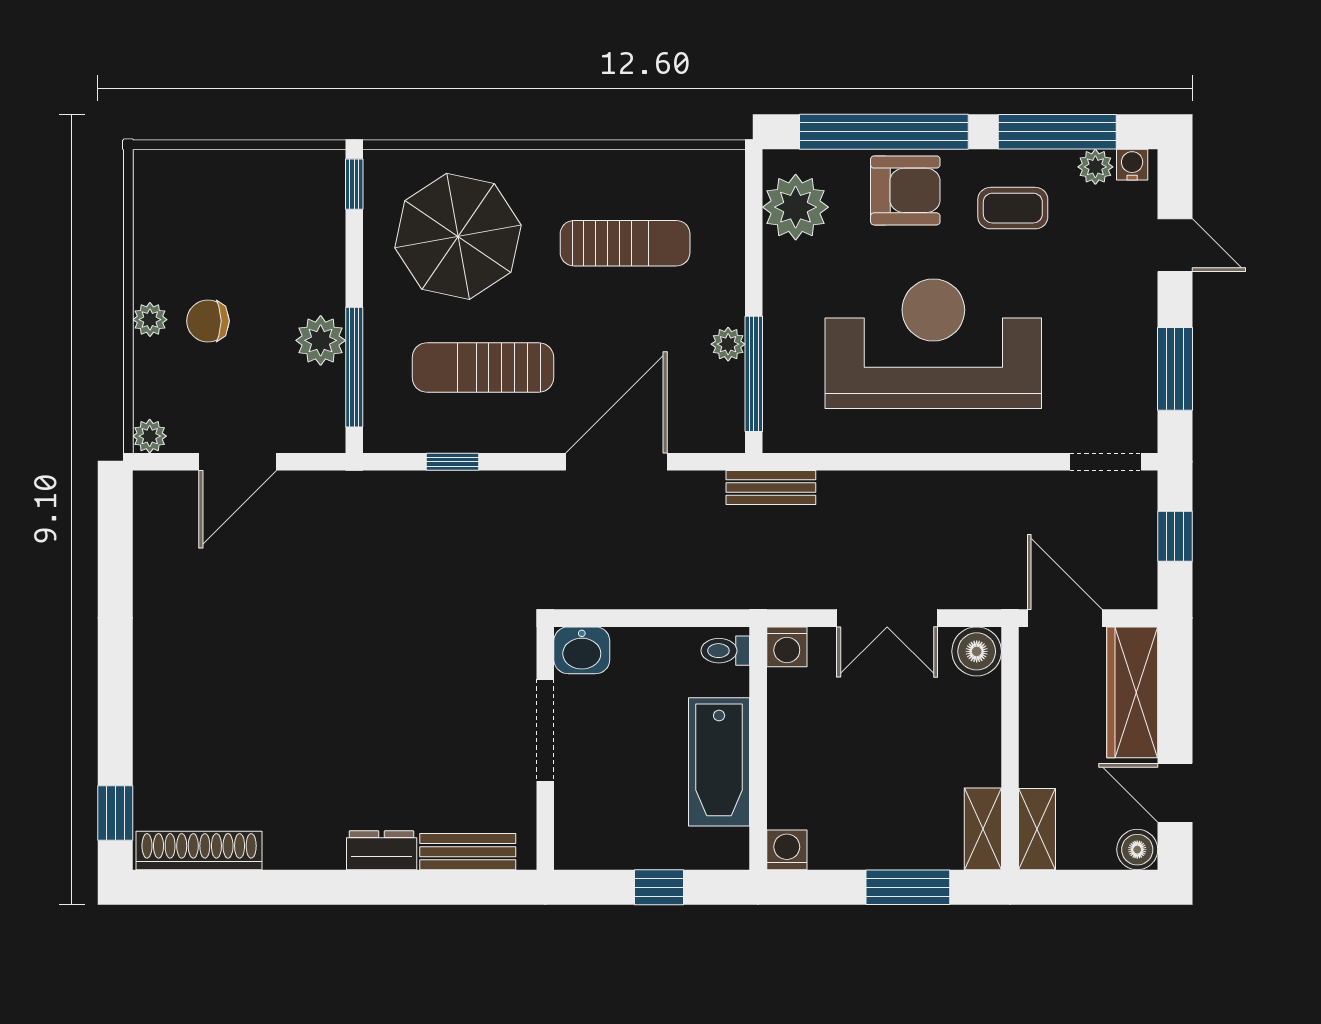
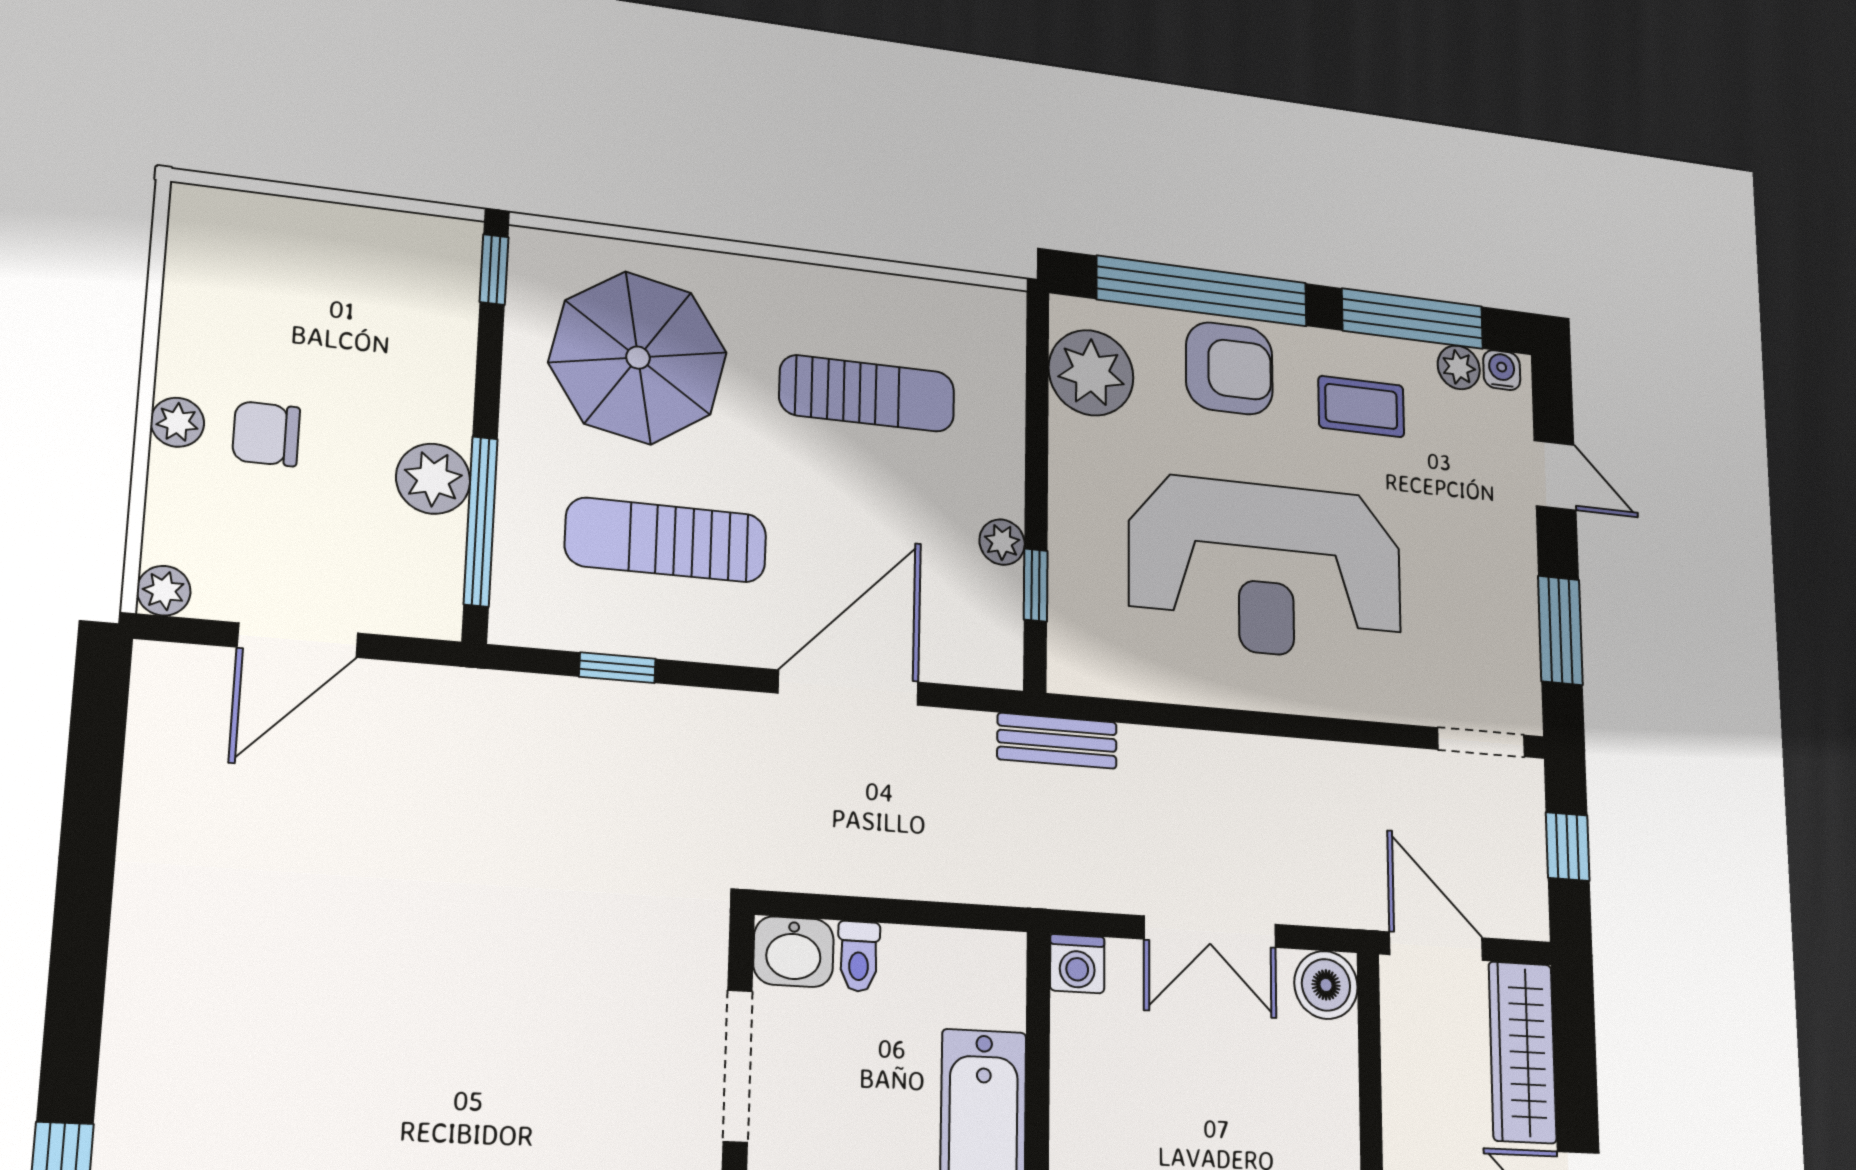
reception desk: (933, 344) -> (1266, 569), turned 180
window: (754, 374) -> (1036, 585), width x0.46
toilet: (725, 651) -> (859, 956), moved, turned -90

